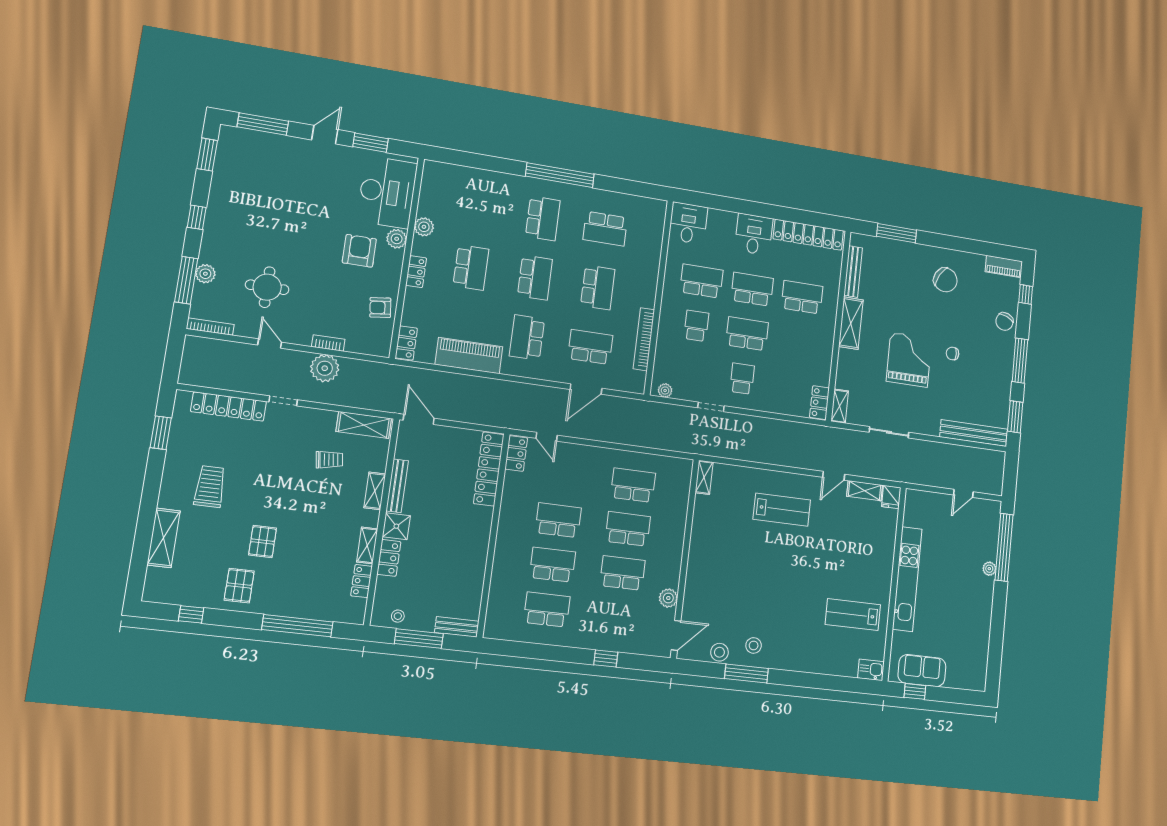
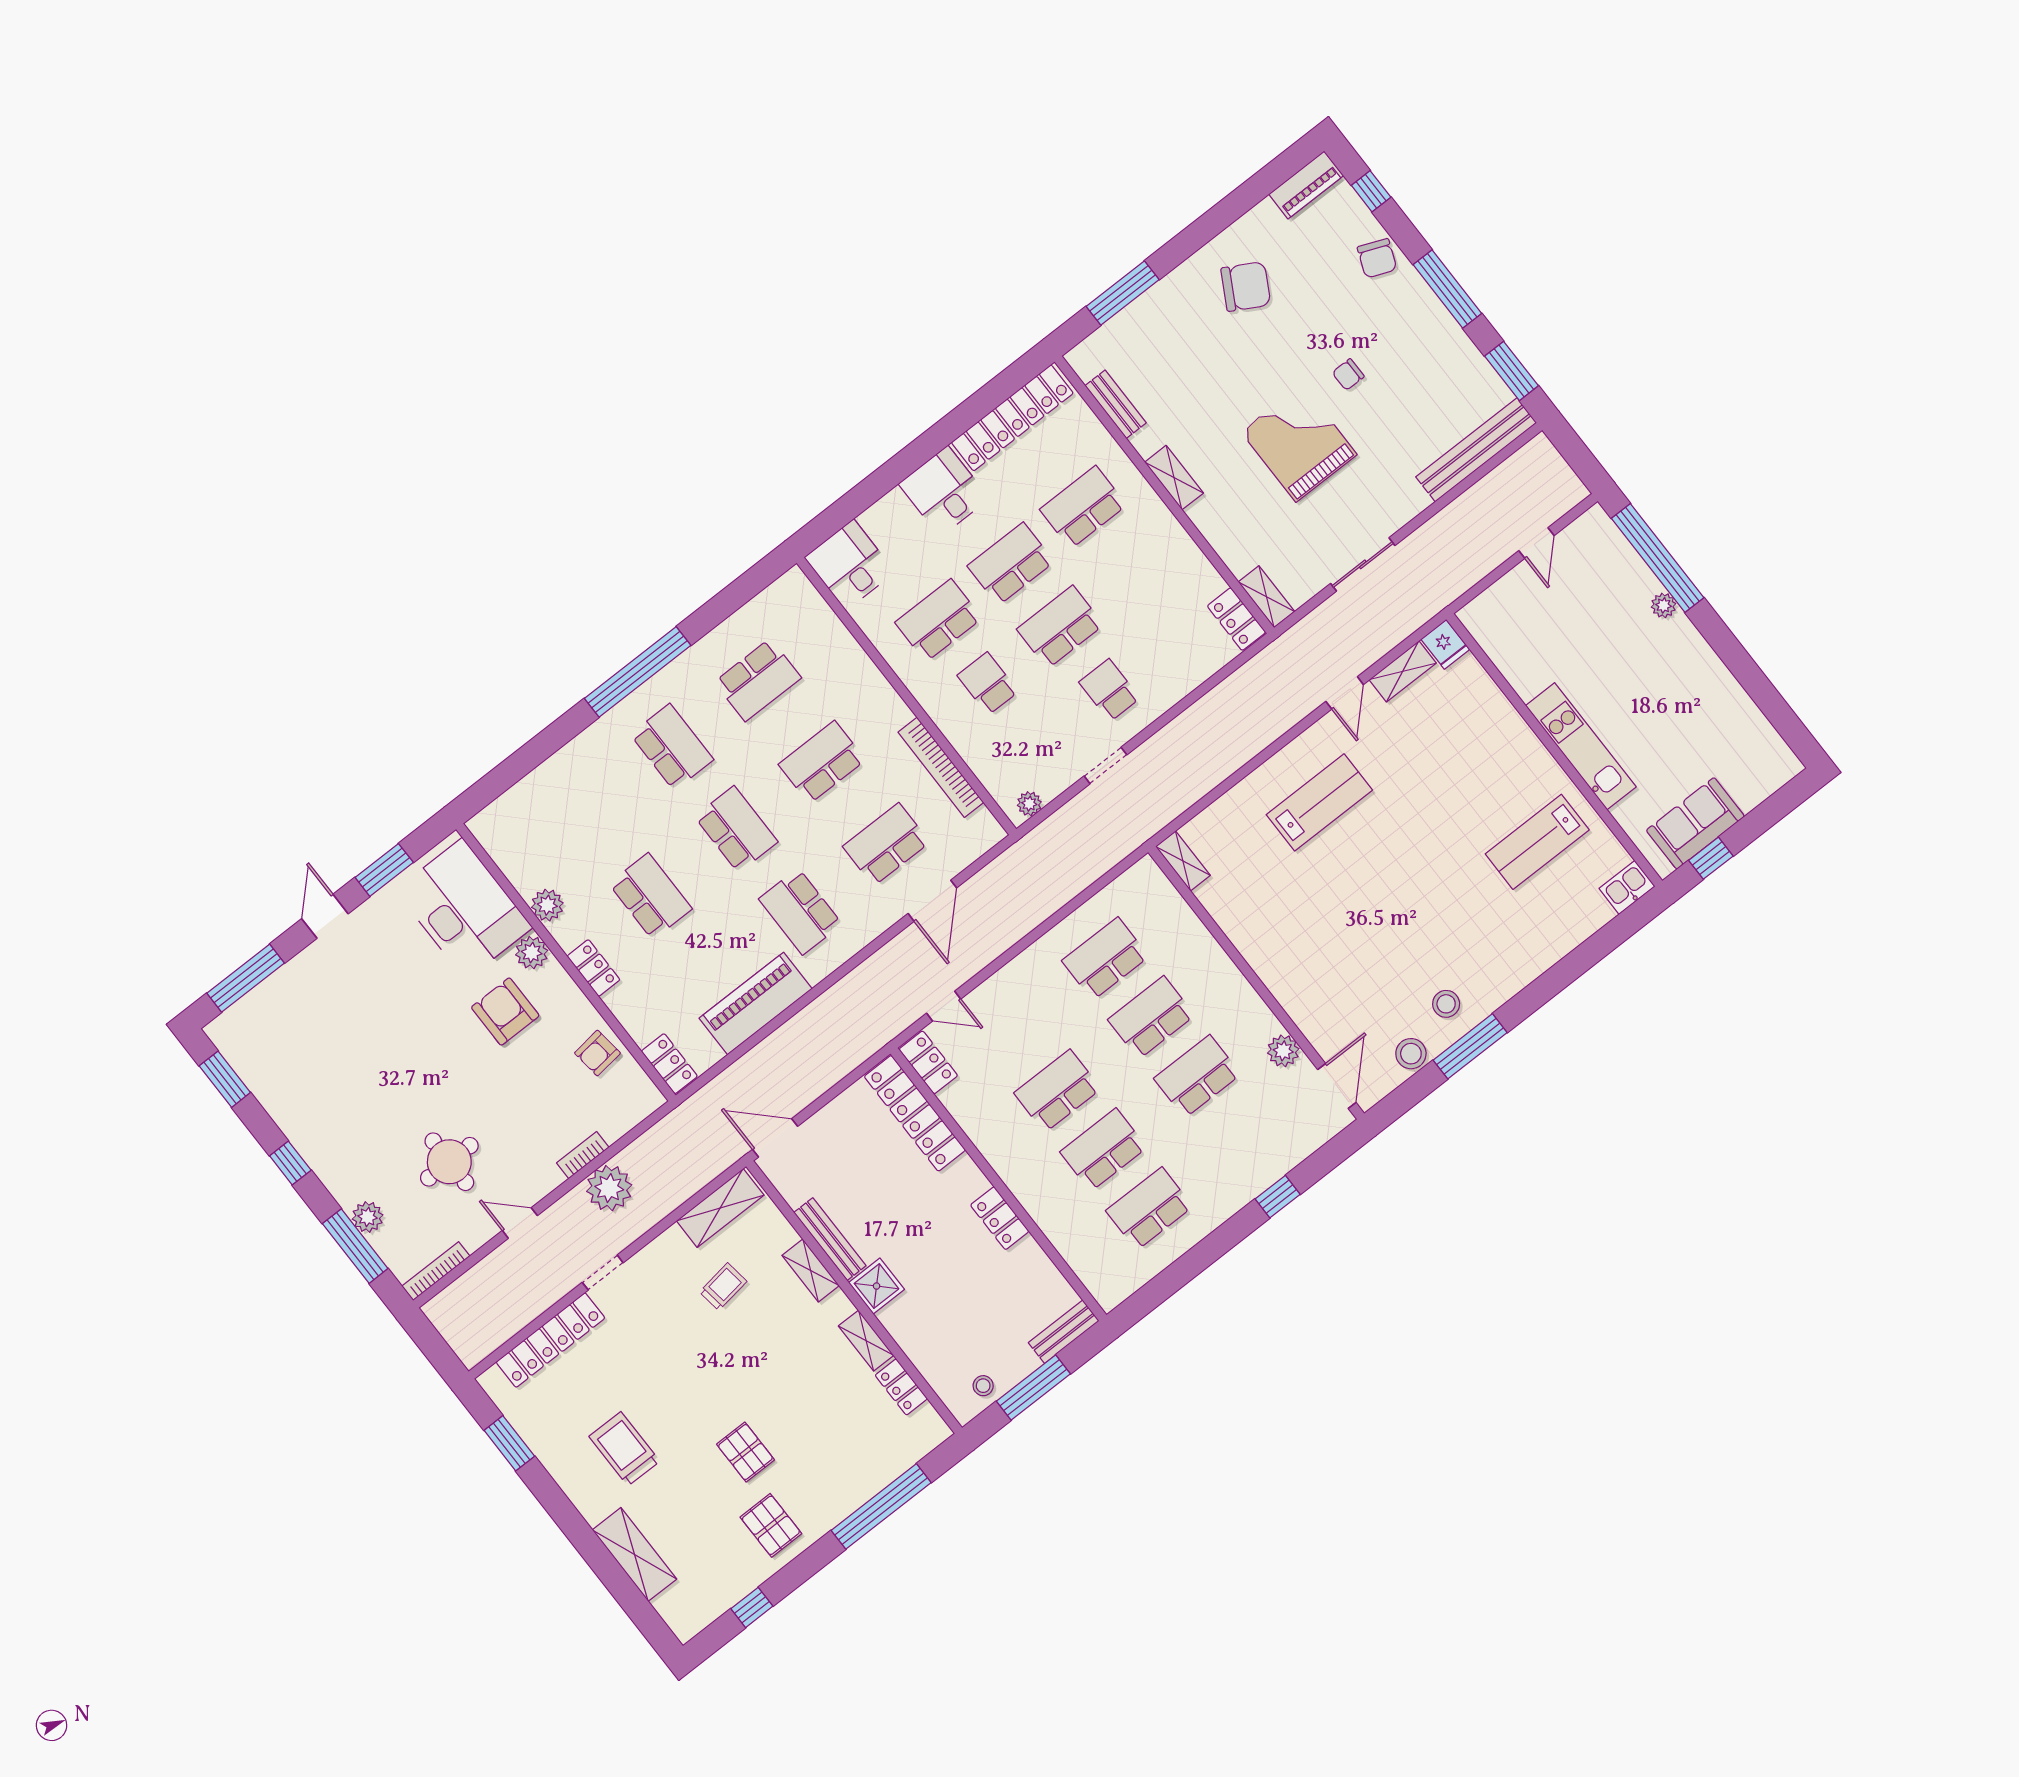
bench: (853, 272) -> (1116, 404), width x0.73
school desk: (598, 287) -> (822, 762), turned -90
shelving: (851, 323) -> (1174, 478), width x0.67, depth x0.75
locker: (389, 558) -> (1000, 1218), moved, turned 180
kitchen unit: (907, 579) -> (1581, 746), width x0.73

